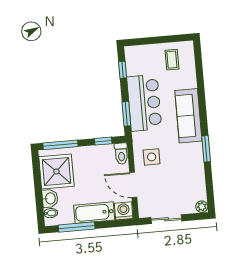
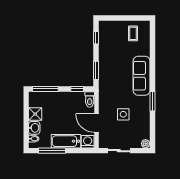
bar counter: (144, 103) -> (110, 63), removed
side table: (152, 157) -> (123, 114), moved
shower: (56, 171) -> (35, 114), width x0.54, depth x0.54

